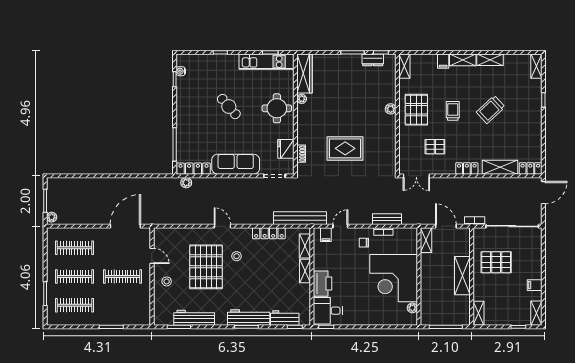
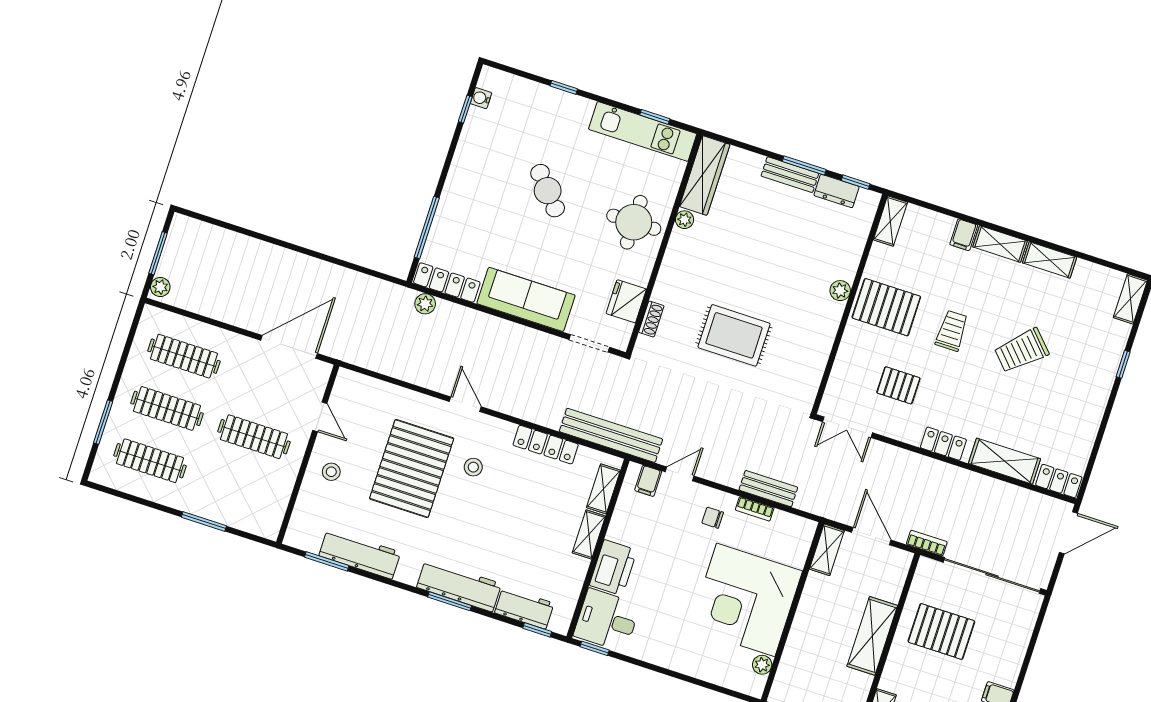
bench: (347, 59) -> (790, 175), added
pallet: (416, 110) -> (886, 307), turned 90

